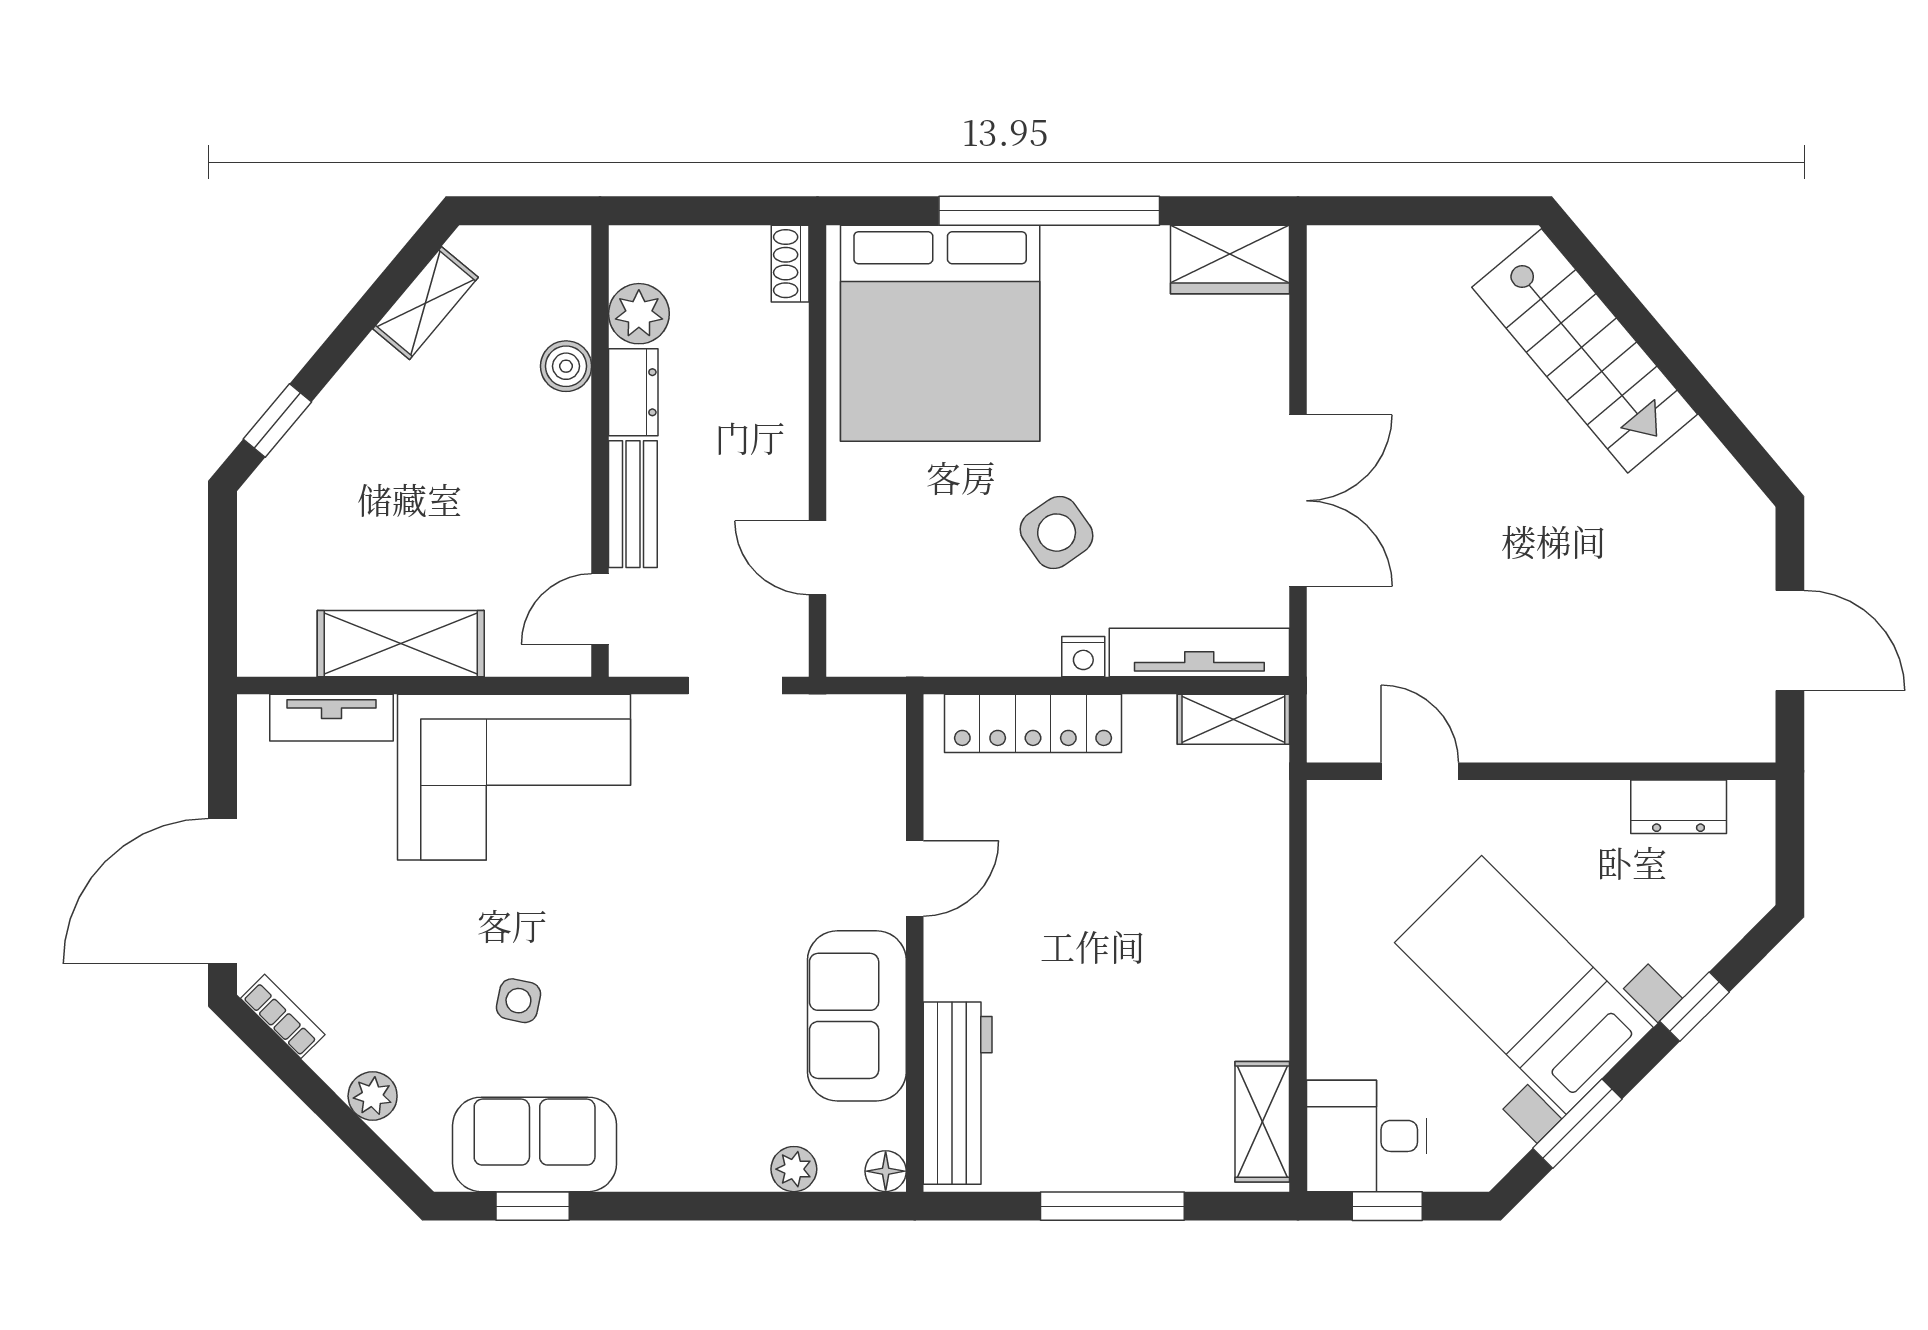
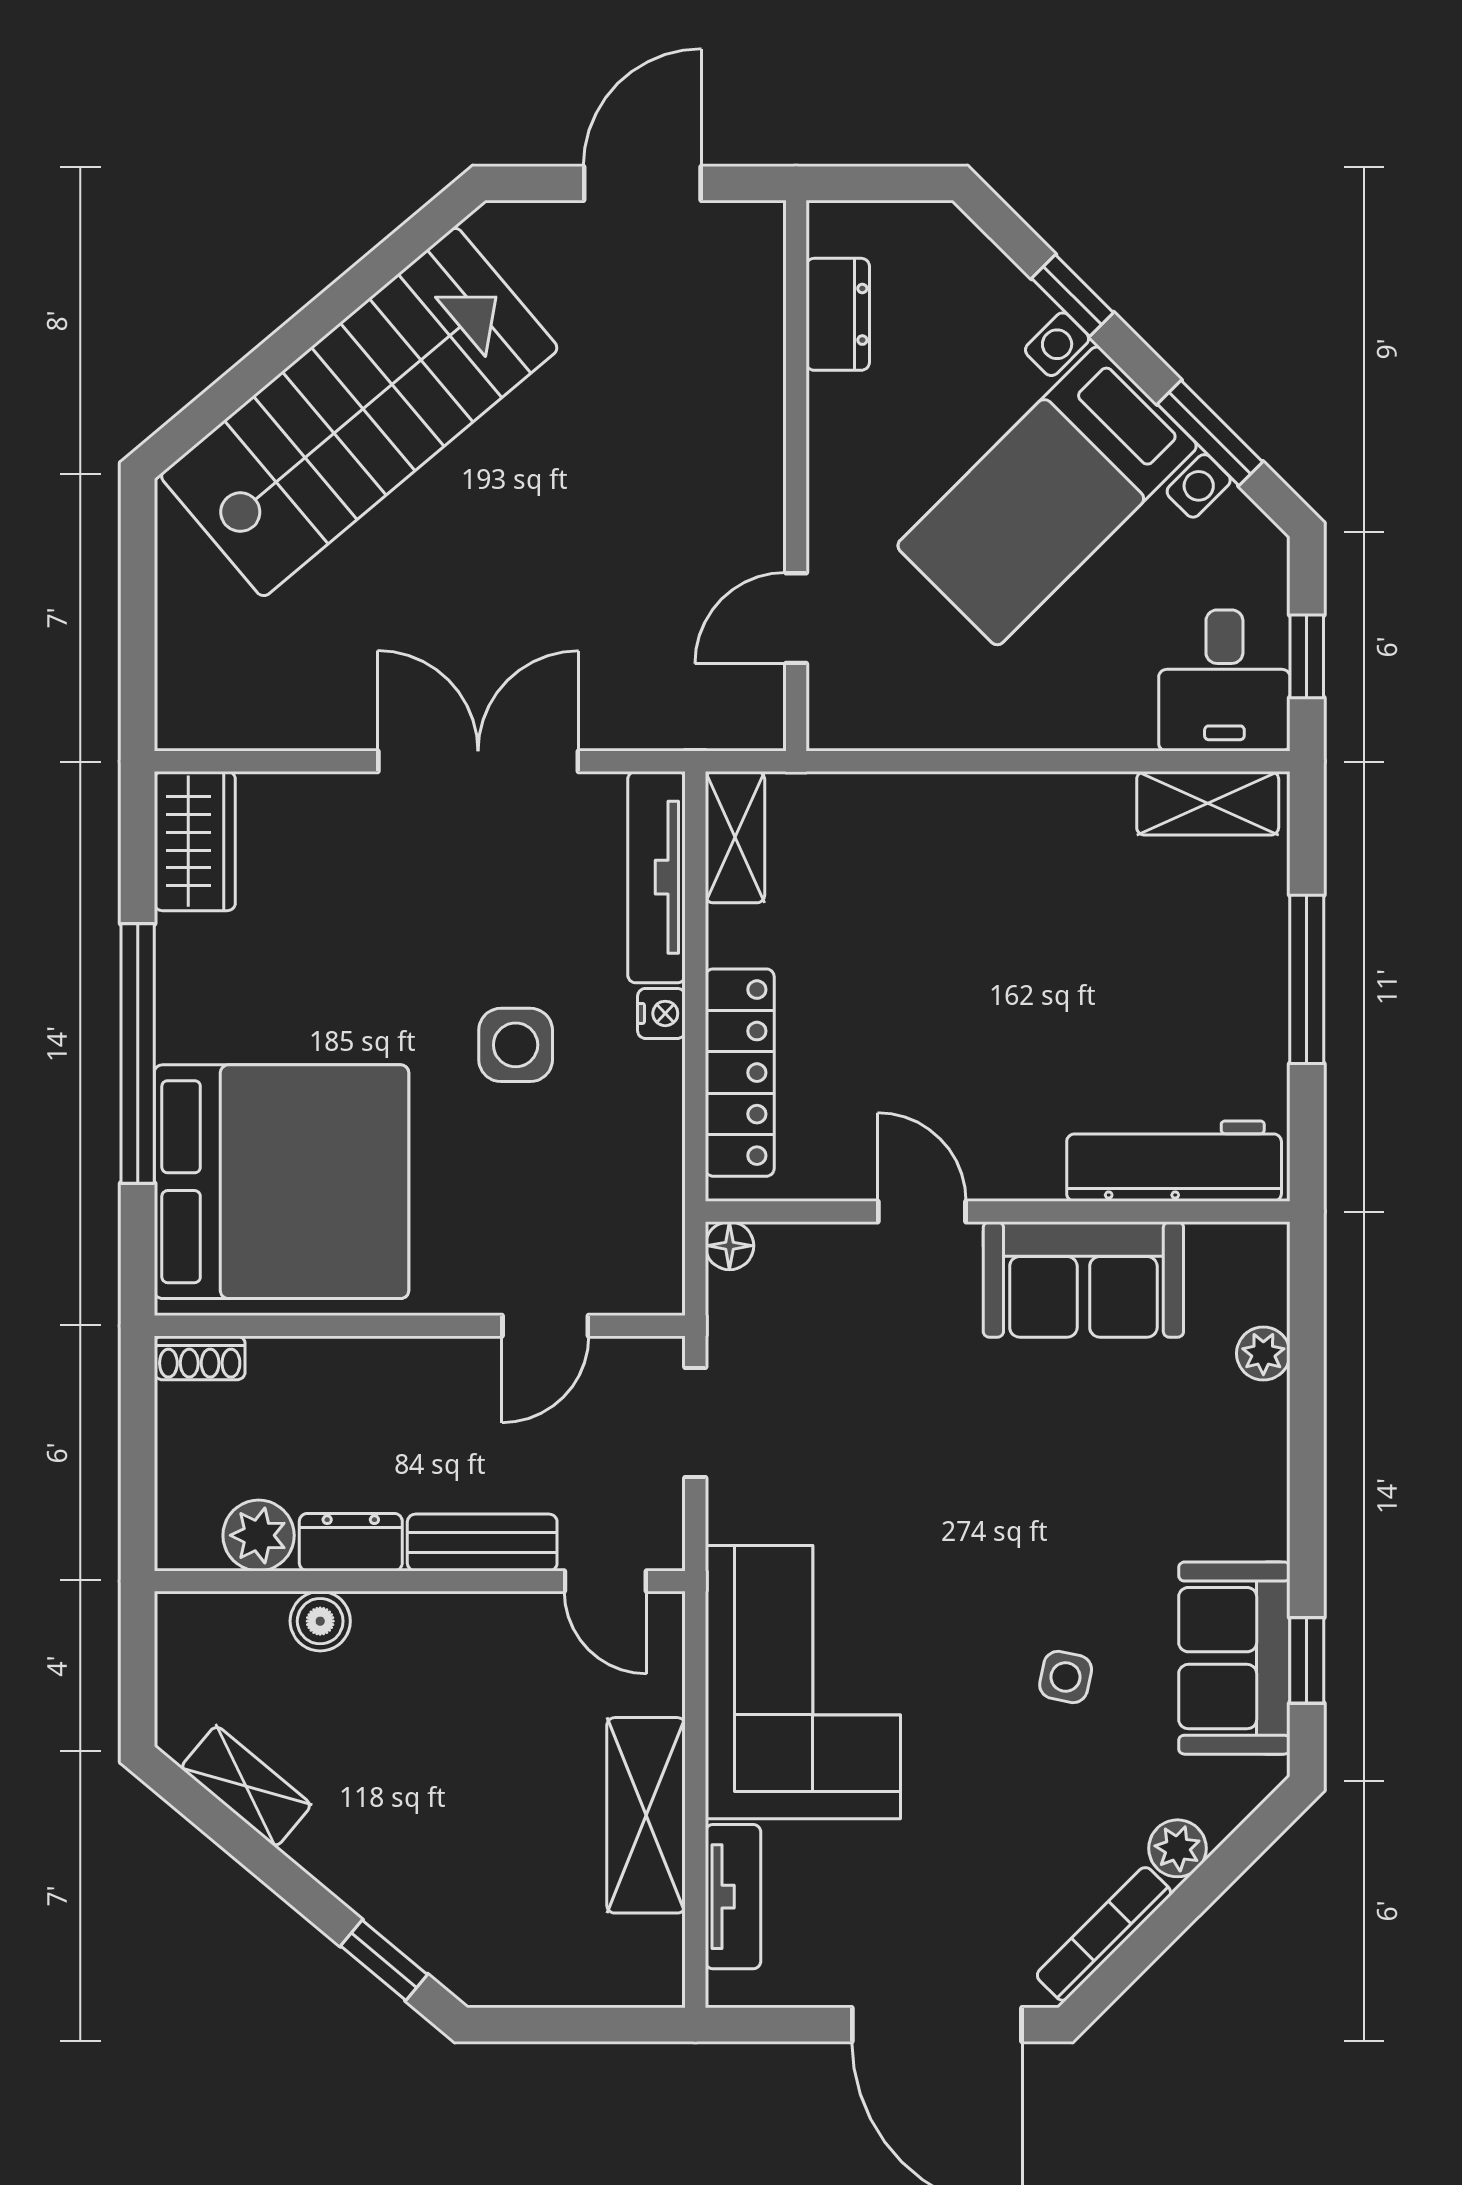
stairs: (1585, 351) -> (359, 412), width x1.36, depth x1.51
side table: (1057, 533) -> (516, 1045), turned 35
bookcase: (283, 1016) -> (1104, 1934), width x1.56
floor lamp: (886, 1171) -> (729, 1246), moved

